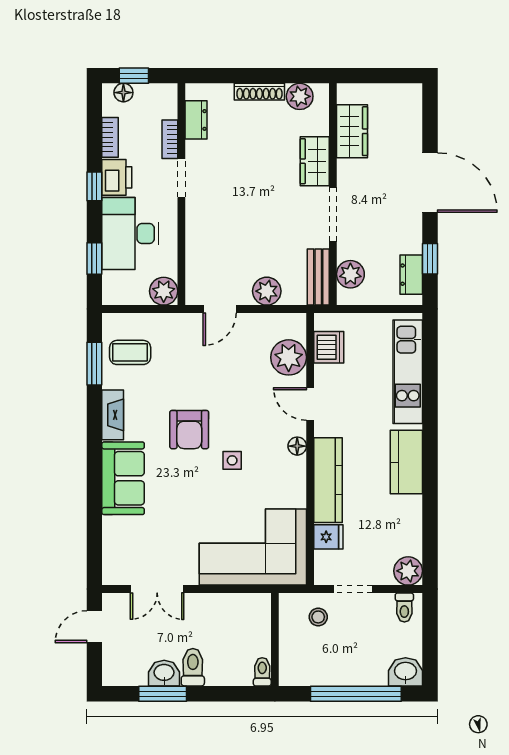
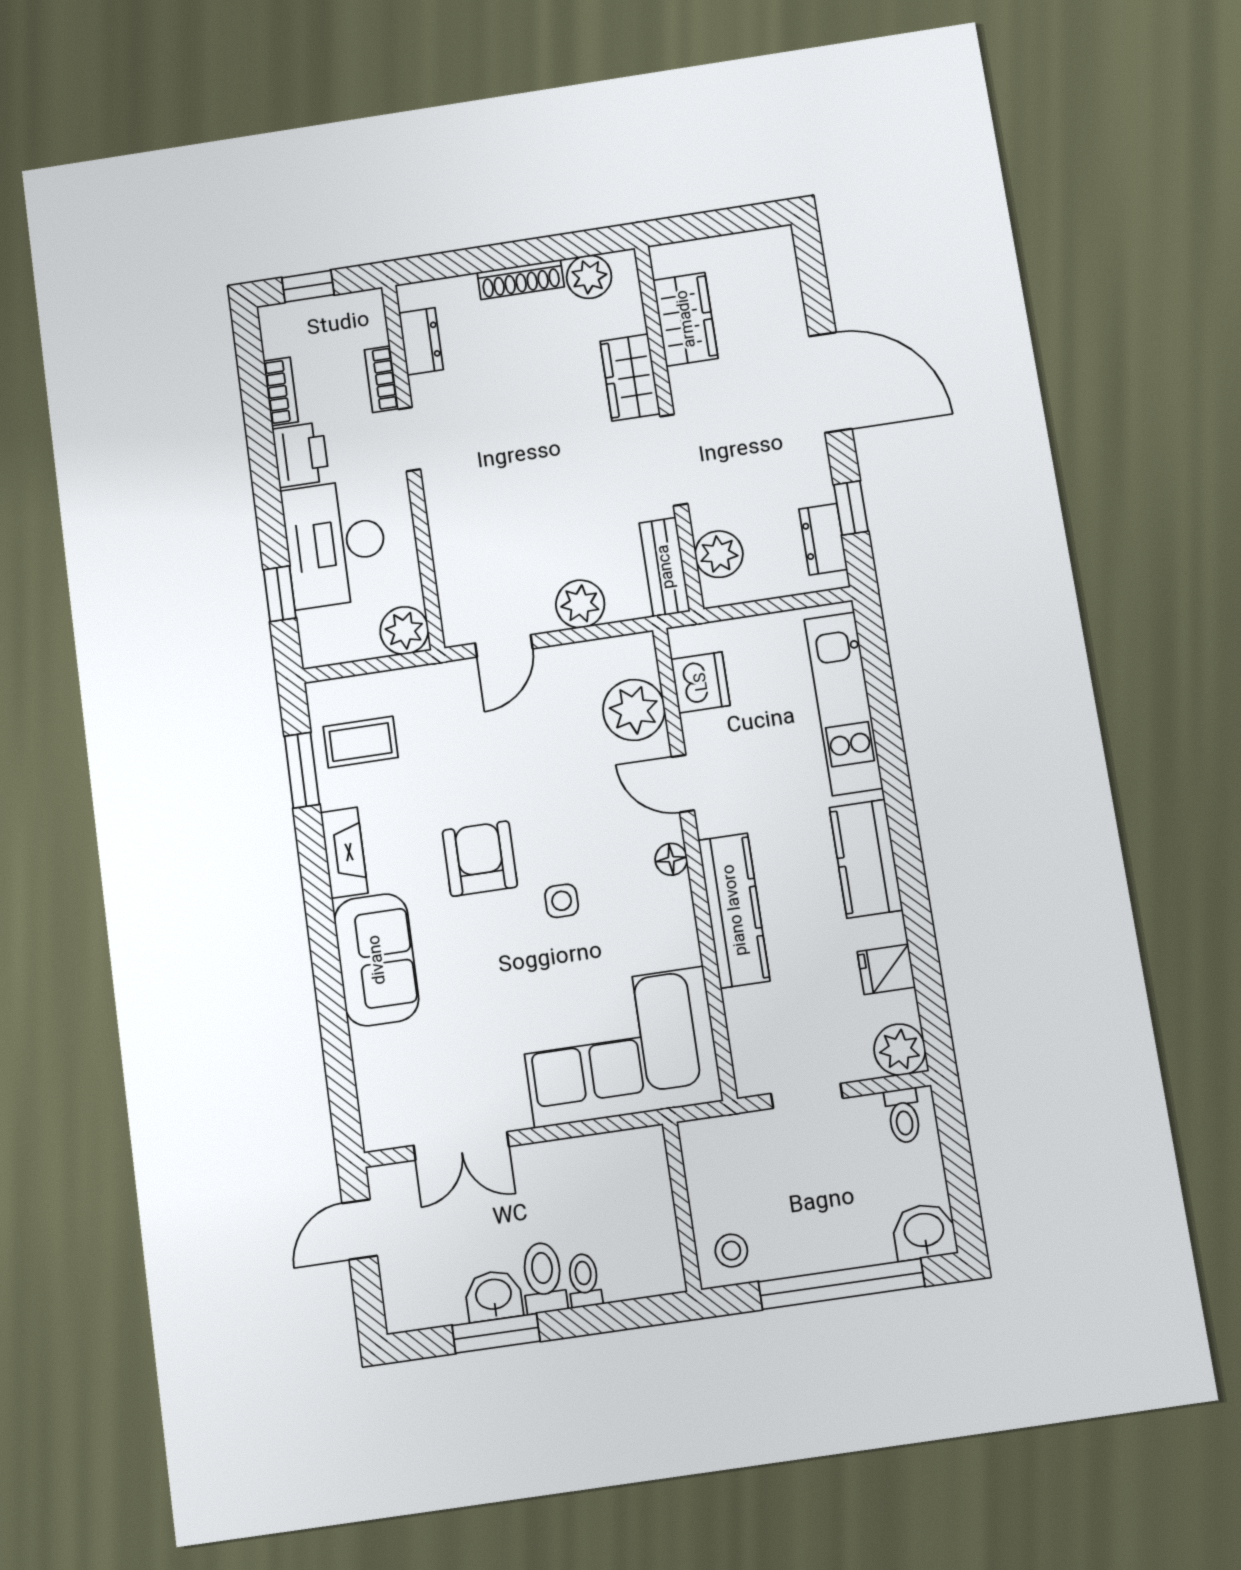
floor lamp: (123, 93) -> (294, 316), removed
window: (94, 186) -> (265, 475), removed
armchair: (189, 430) -> (480, 859), turned 180
fridge: (328, 537) -> (886, 969), moved, turned 180
stool: (318, 617) -> (731, 1251), moved
toilet: (262, 672) -> (584, 1280), moved

